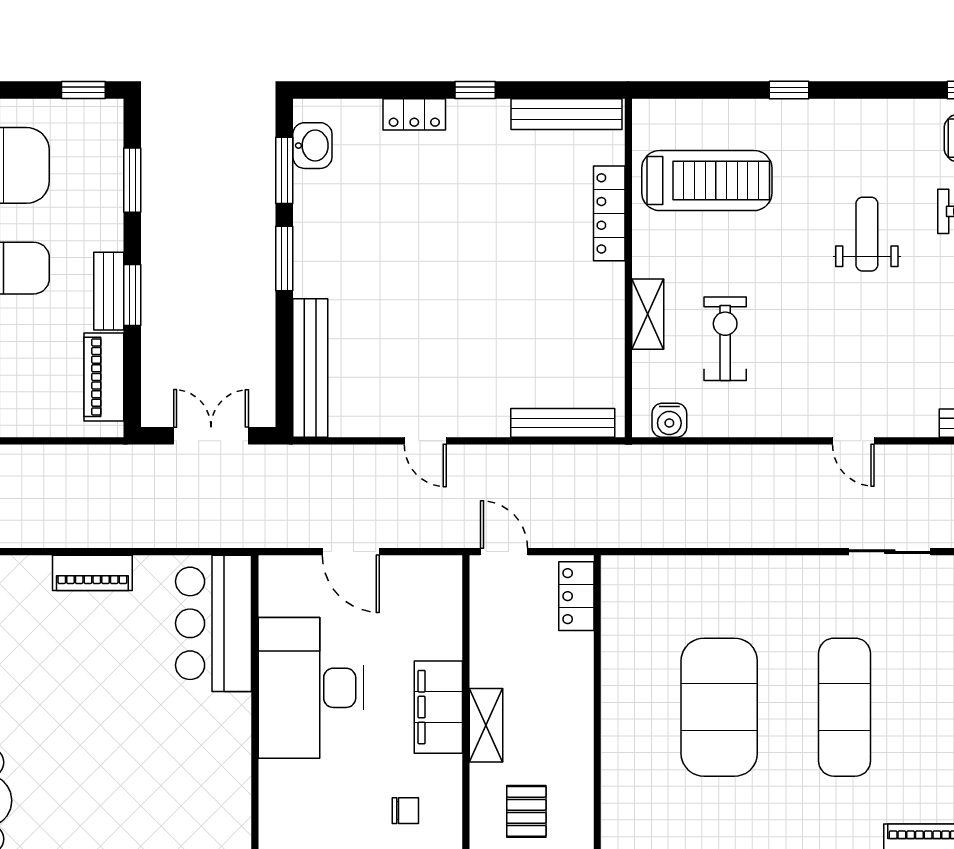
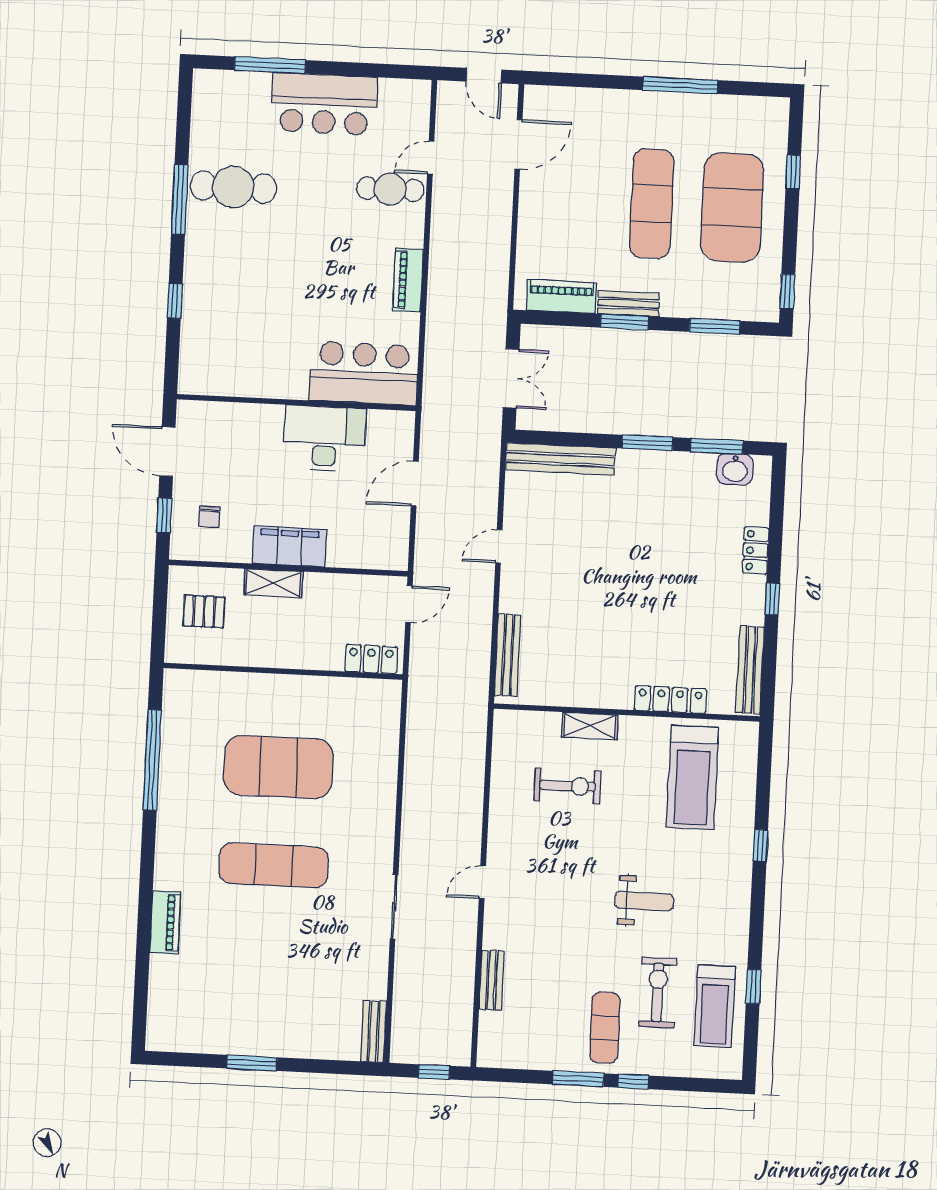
water cooler: (669, 420) -> (506, 739), removed
desk: (311, 688) -> (325, 439), width x0.73, depth x0.77

